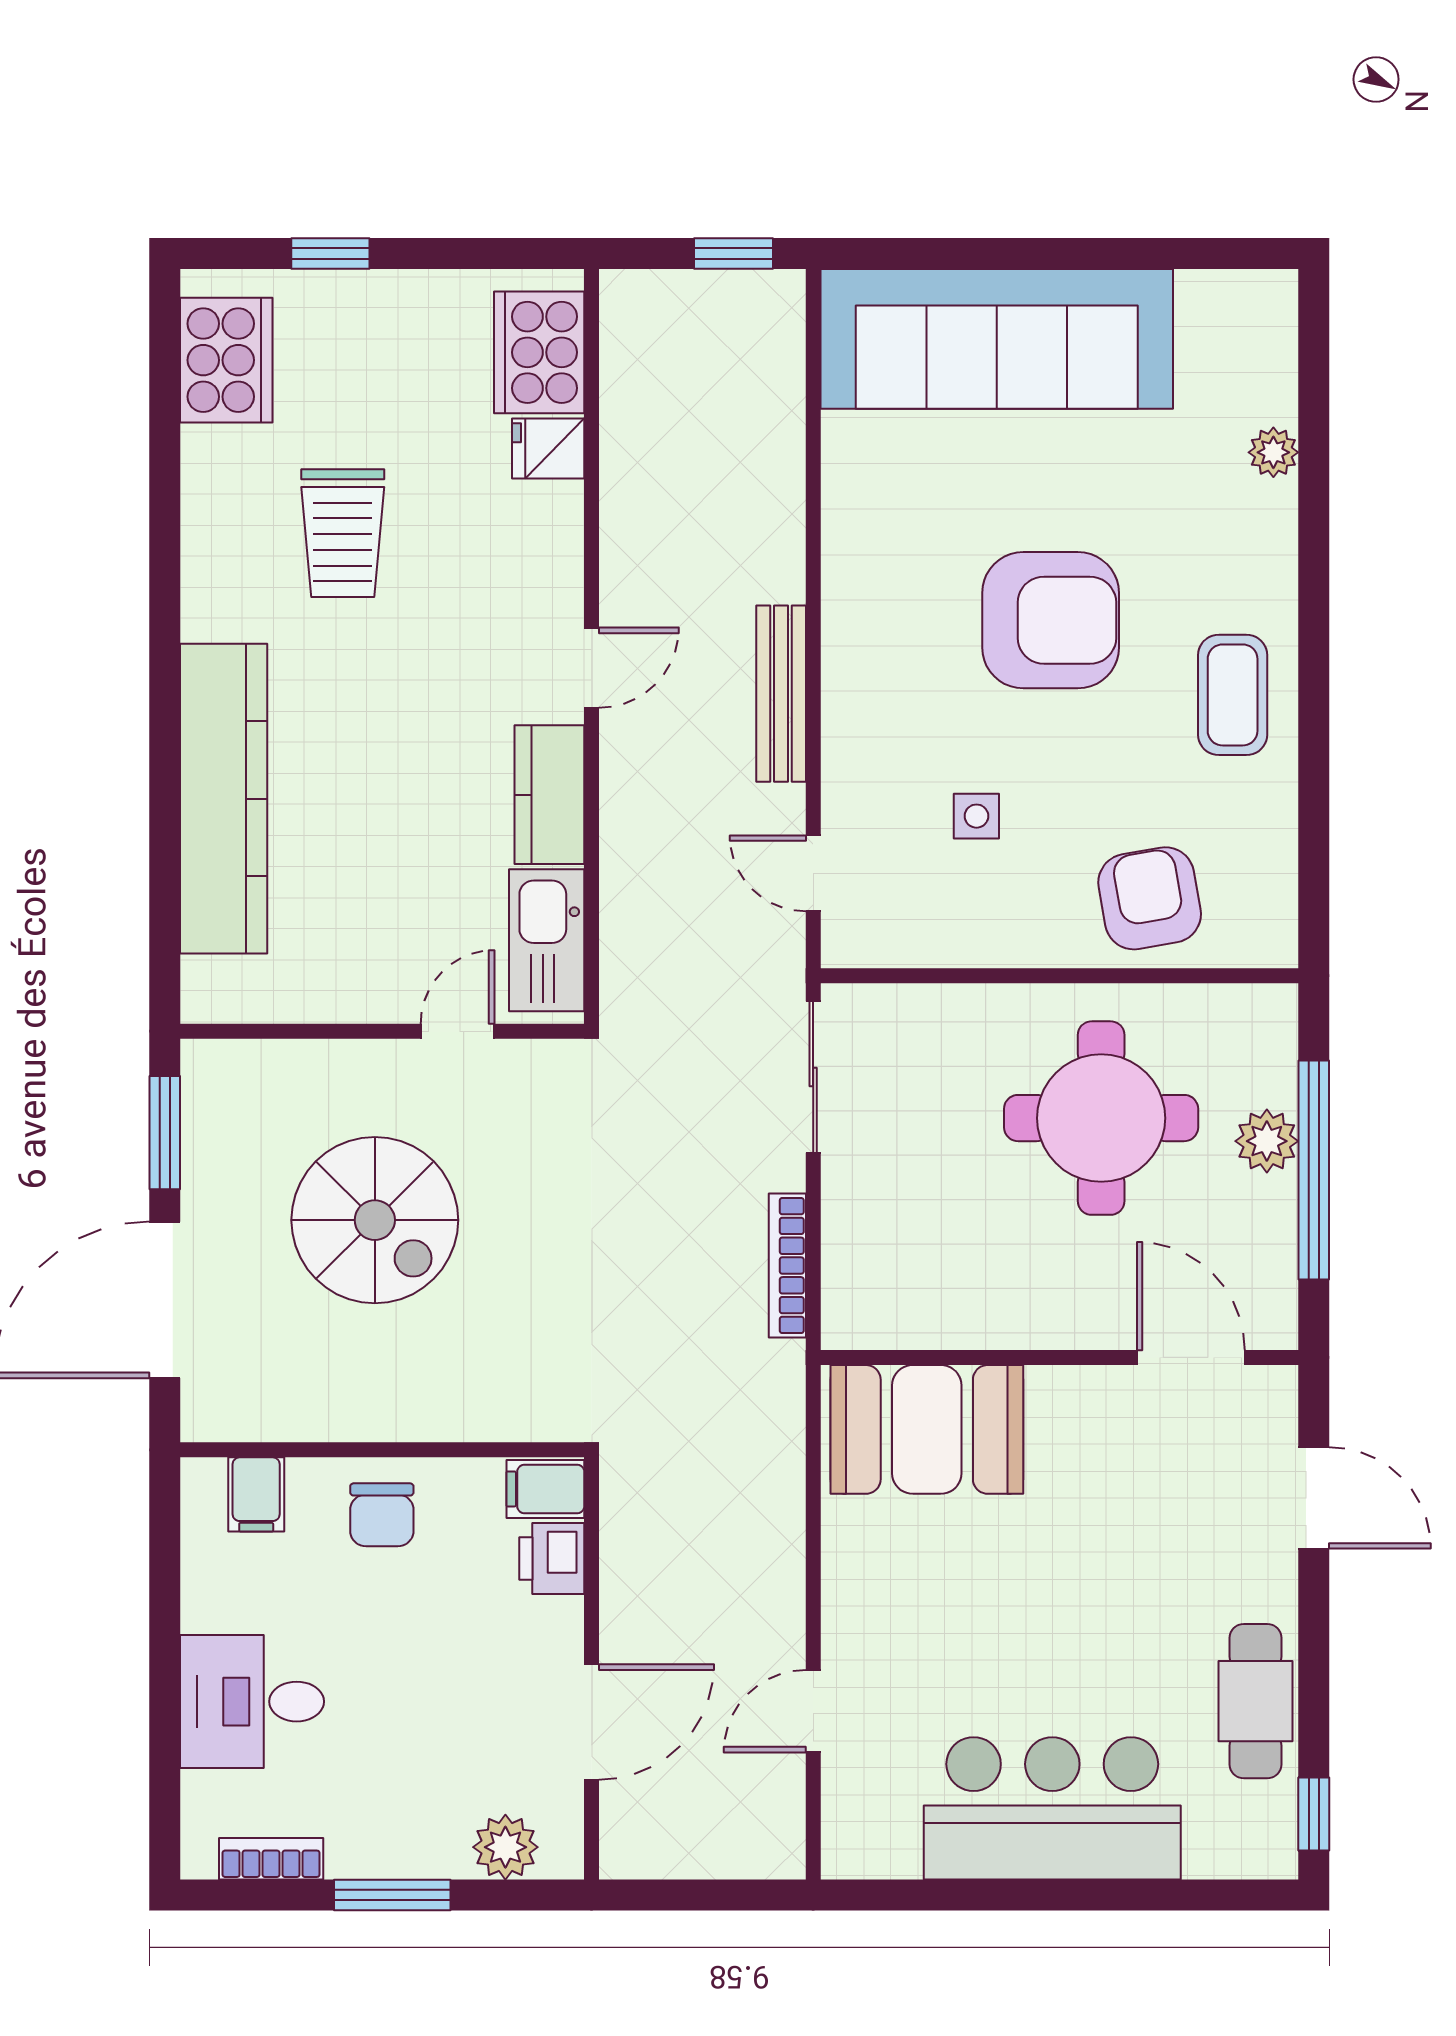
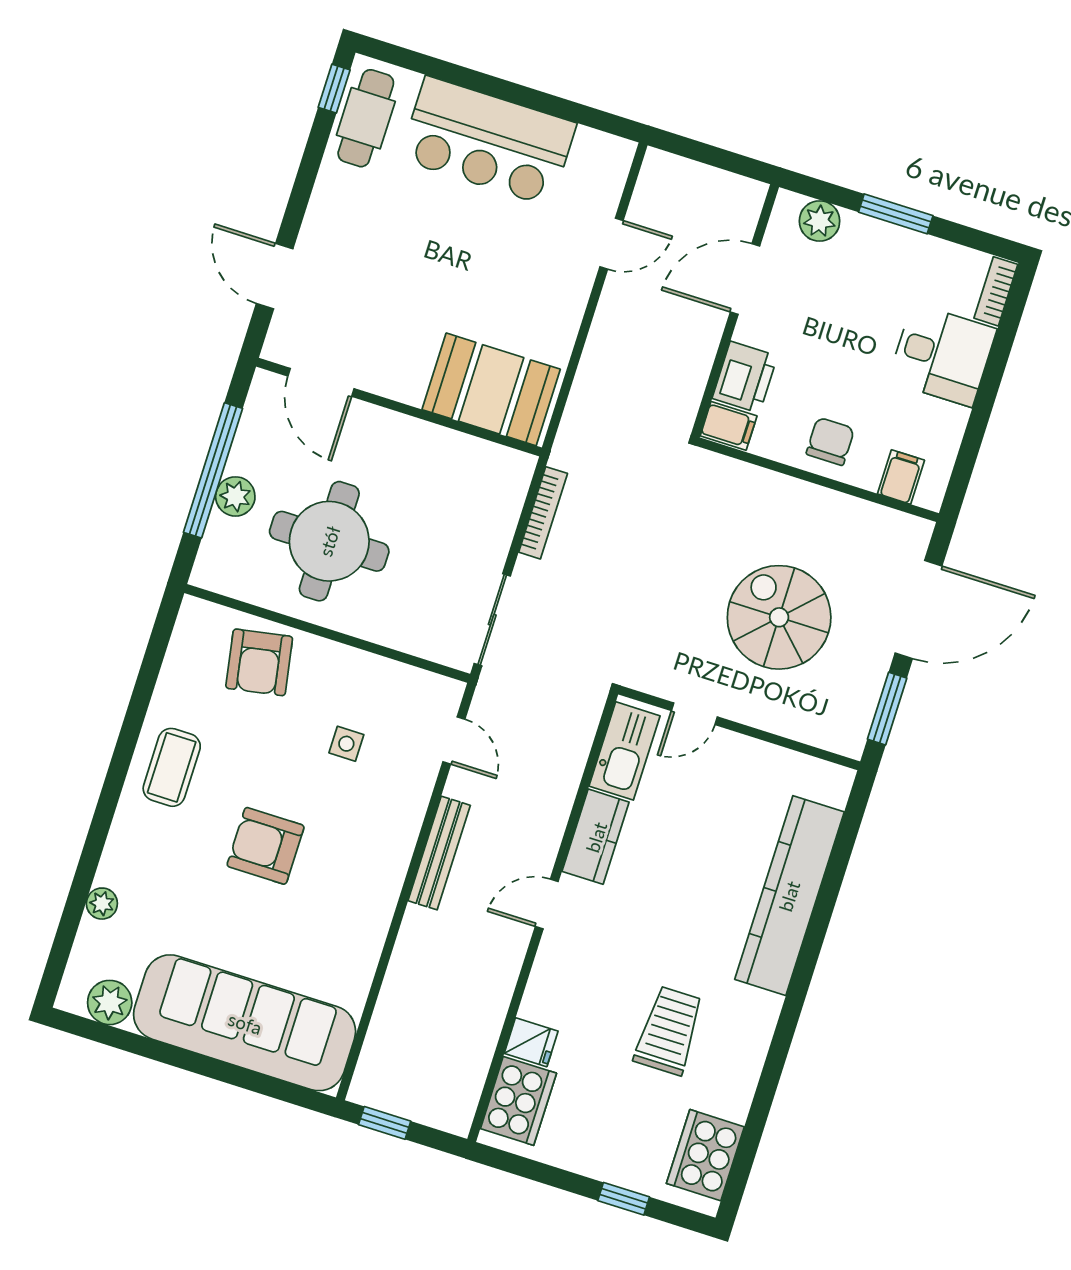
plant: (1213, 304) -> (110, 1002), added
armchair: (1051, 620) -> (266, 846), width x0.73, depth x0.73
printer: (552, 1559) -> (745, 377), width x1.36, depth x1.24
cafe table: (1256, 1701) -> (366, 118), moved
bookcase: (271, 1859) -> (996, 291), moved, turned 90

